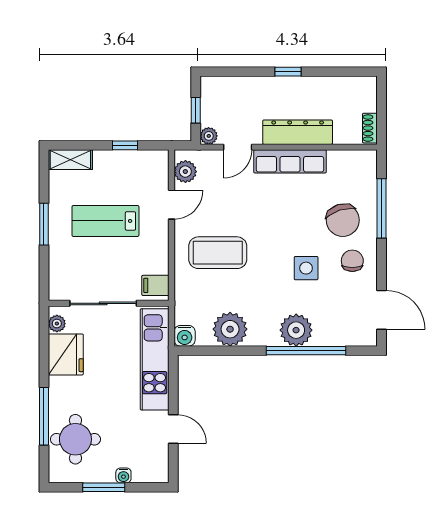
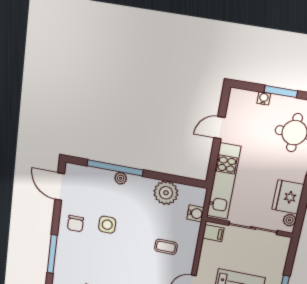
chair: (343, 220) -> (79, 251), removed
coffee table: (218, 253) -> (166, 247), width x0.54, depth x0.58
plant: (296, 330) -> (121, 178), width x0.53, depth x0.53
water cooler: (185, 336) -> (196, 213), moved, turned 90
door: (173, 429) -> (219, 128), hinge flipped

